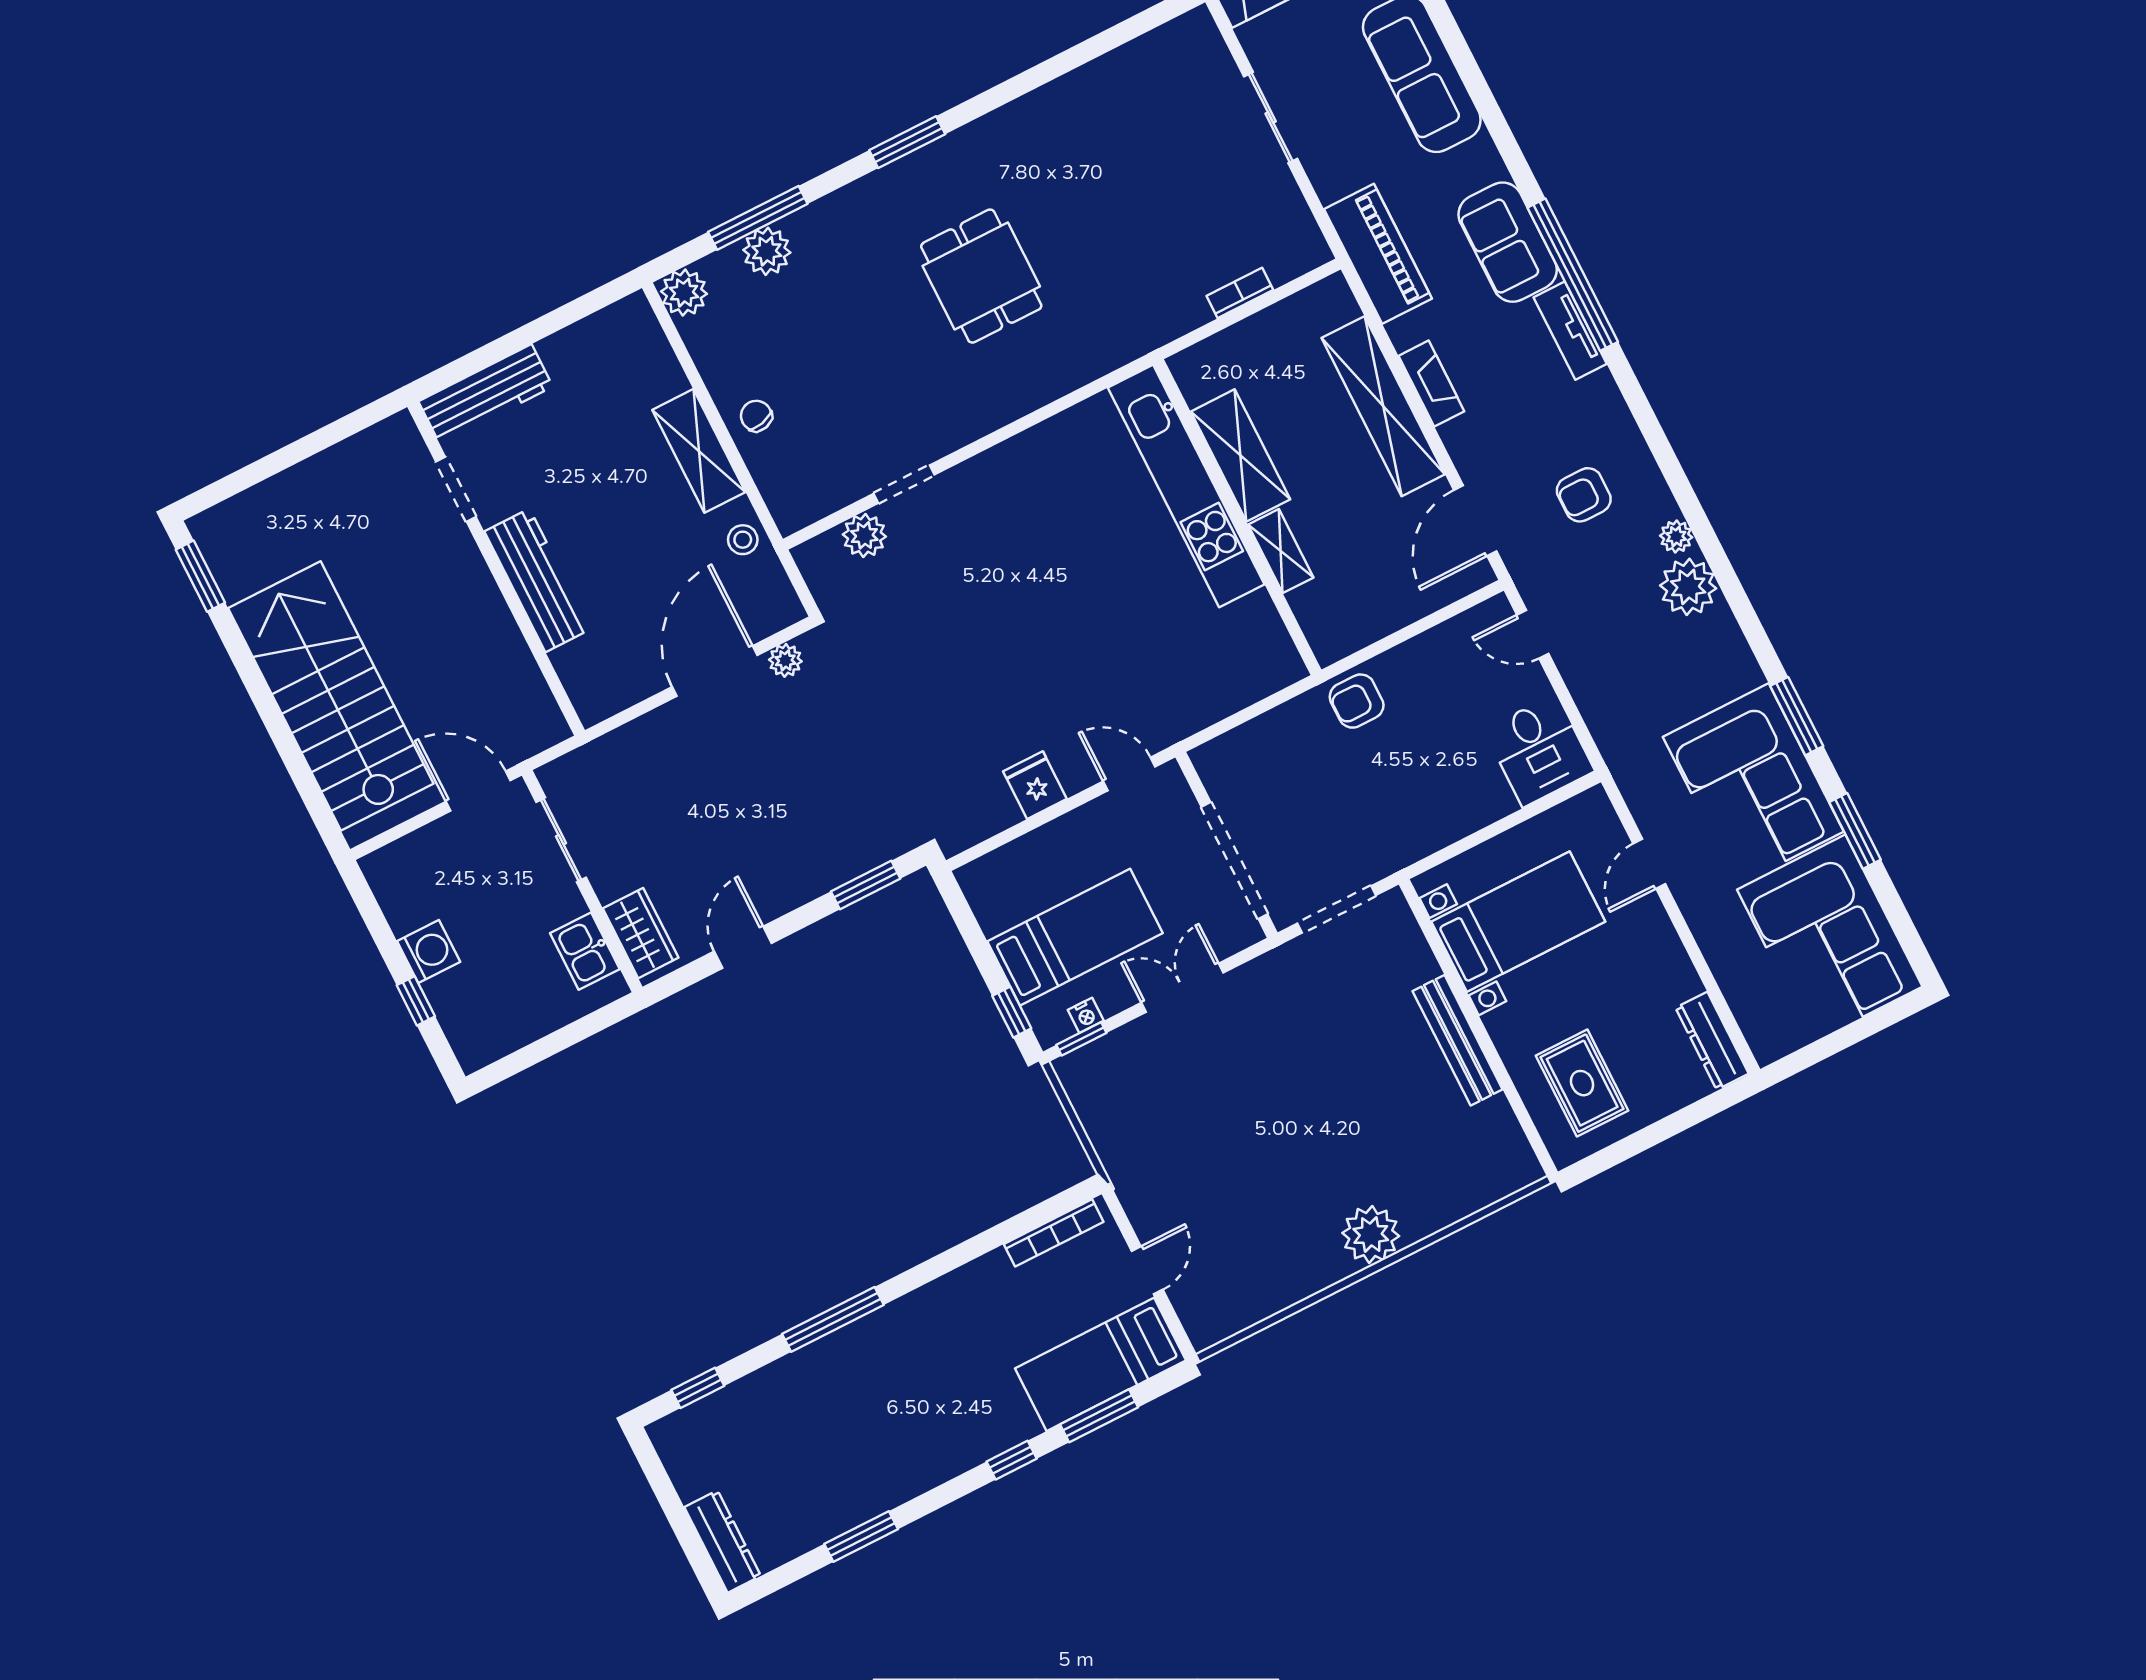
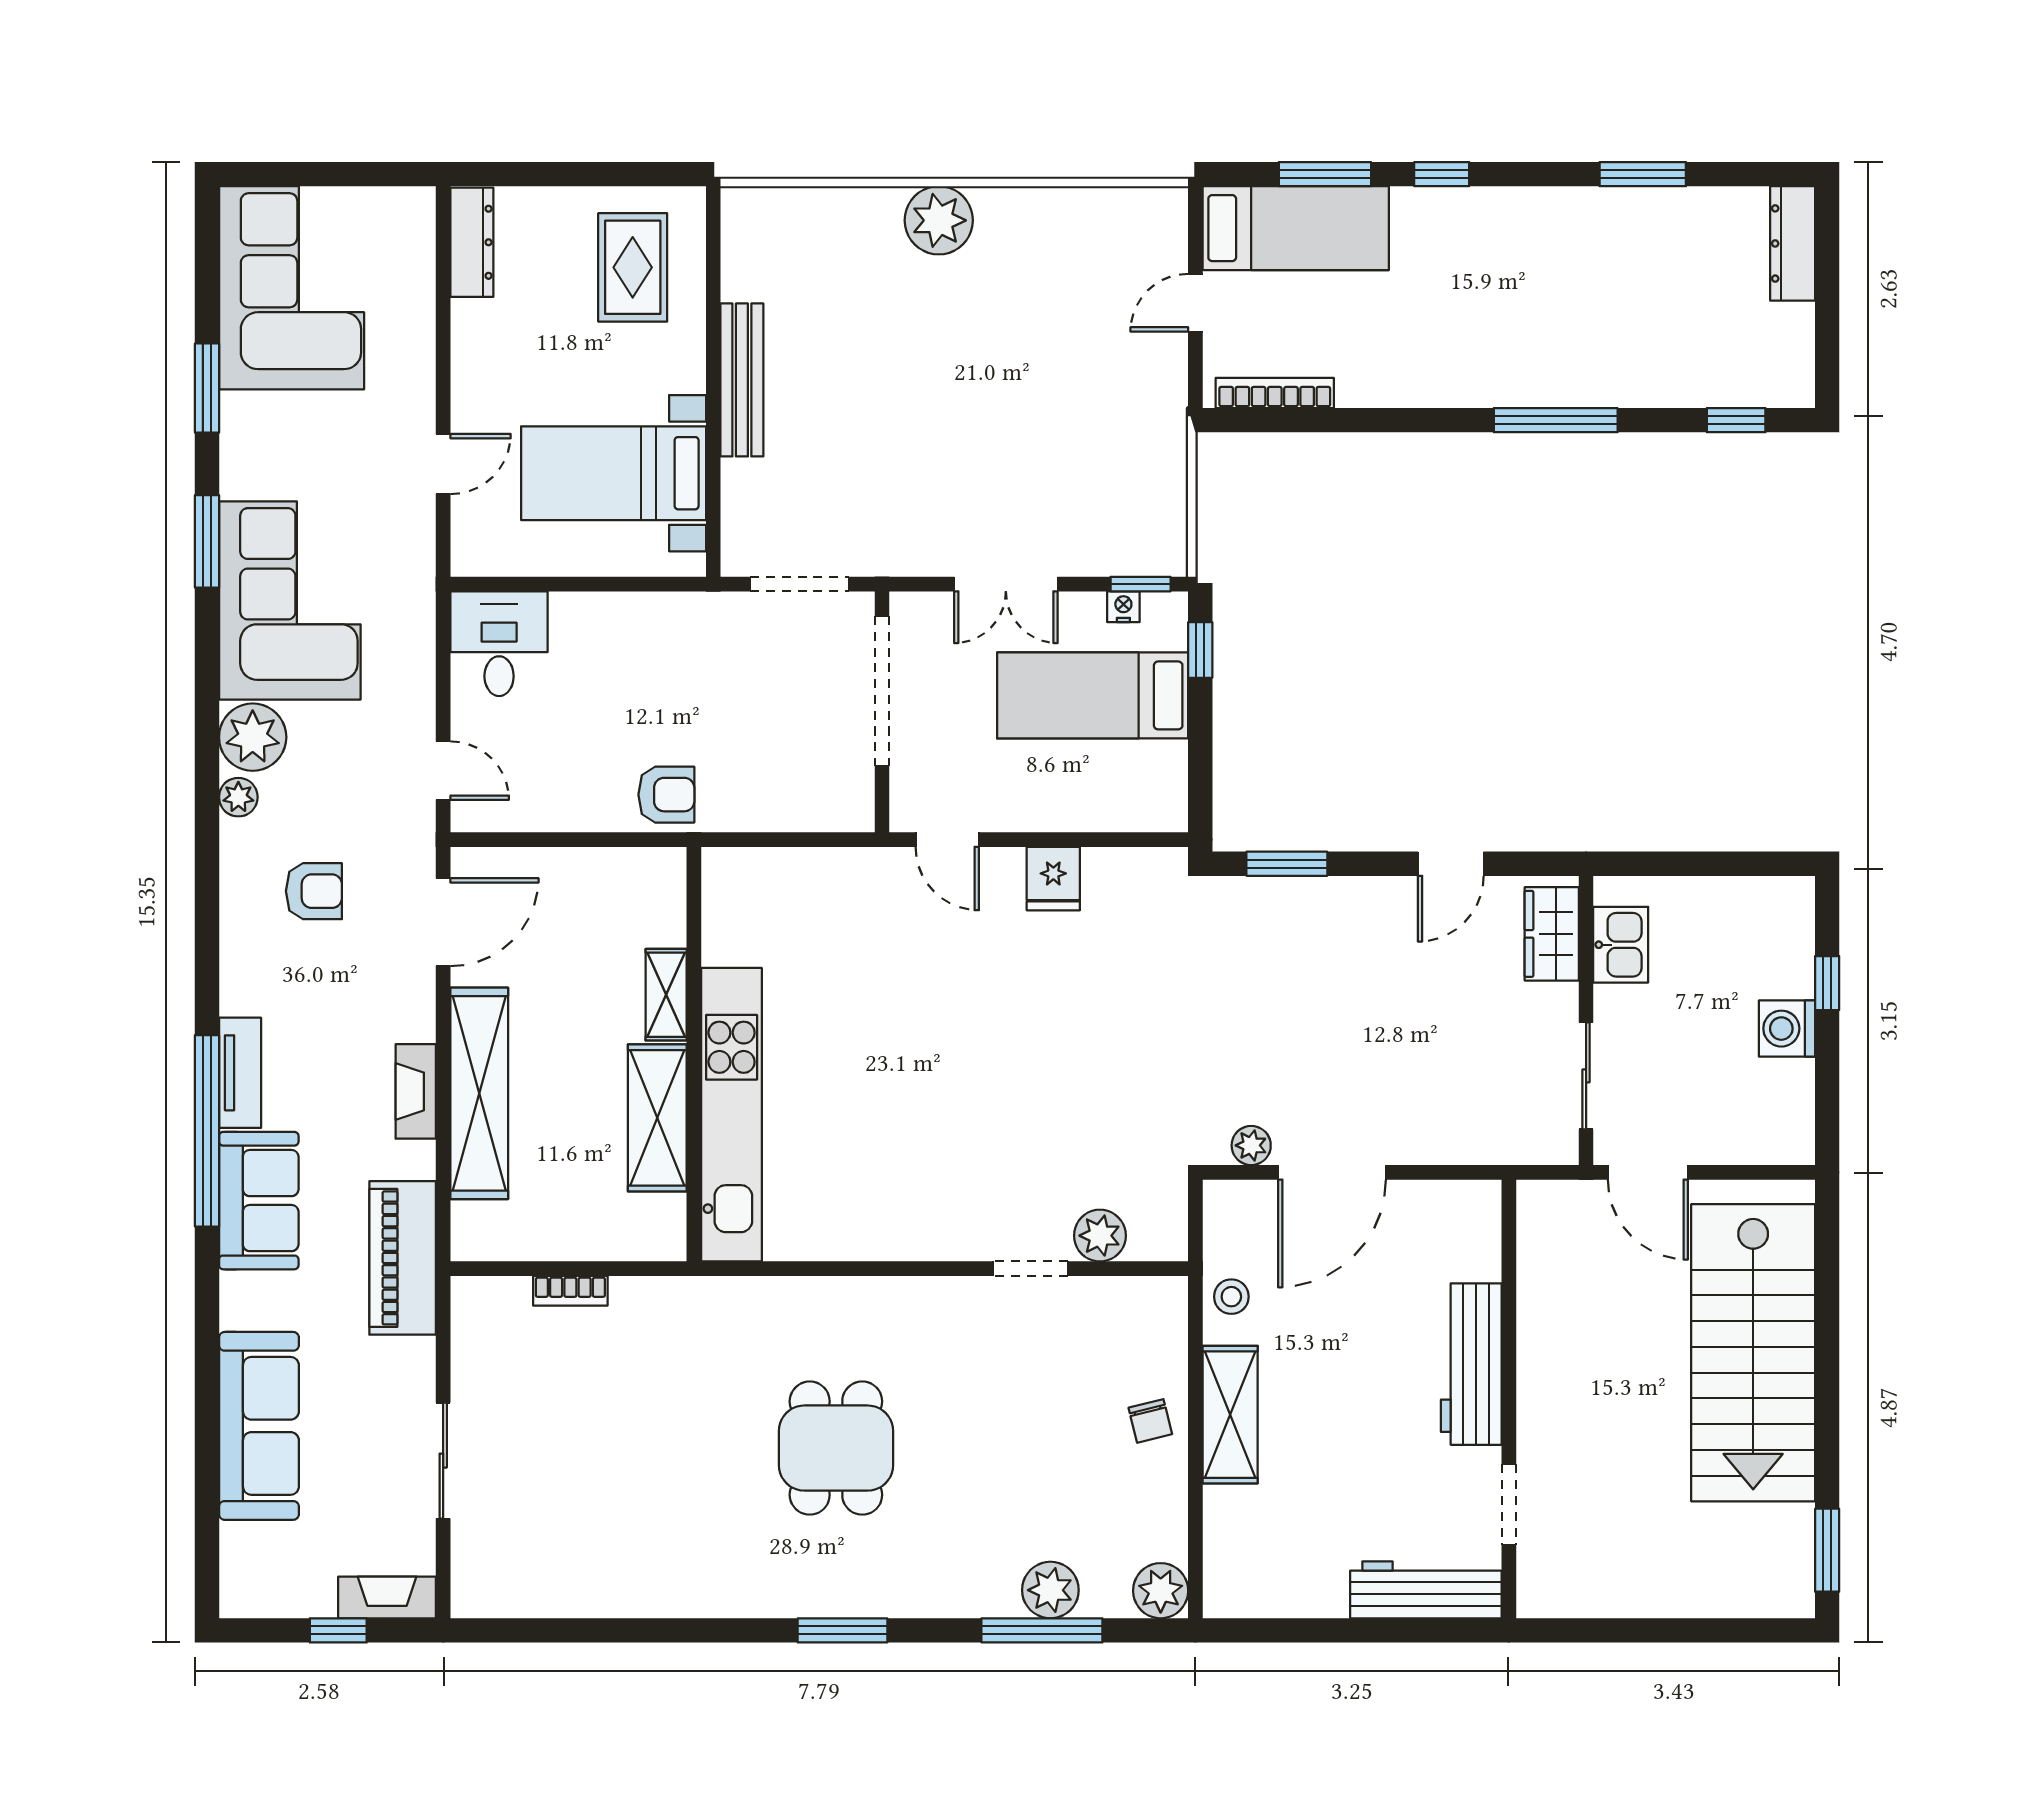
corner sofa: (1753, 784) -> (290, 600), moved

